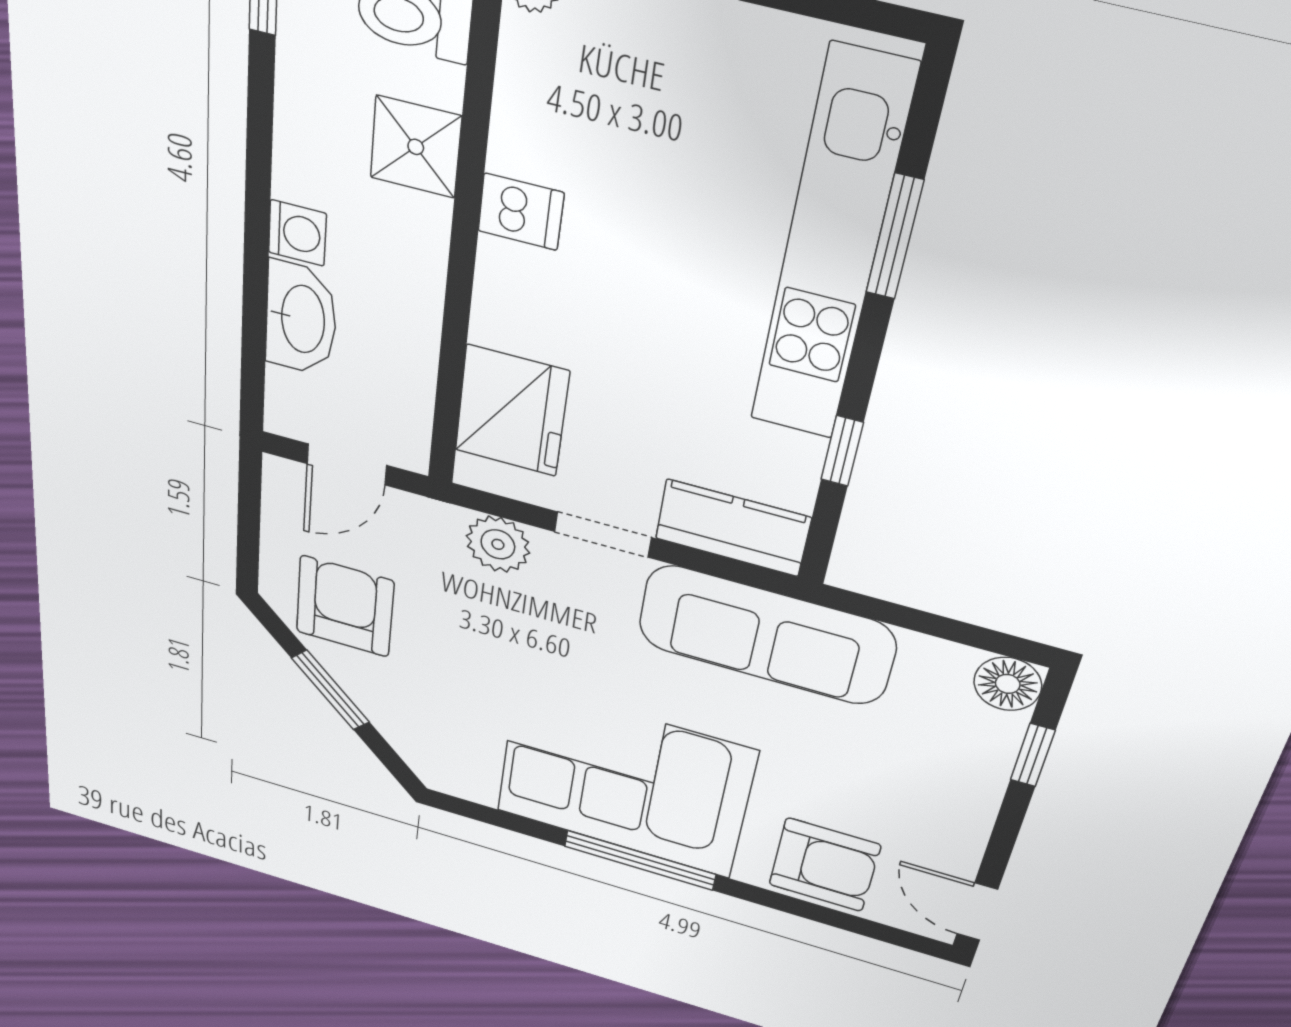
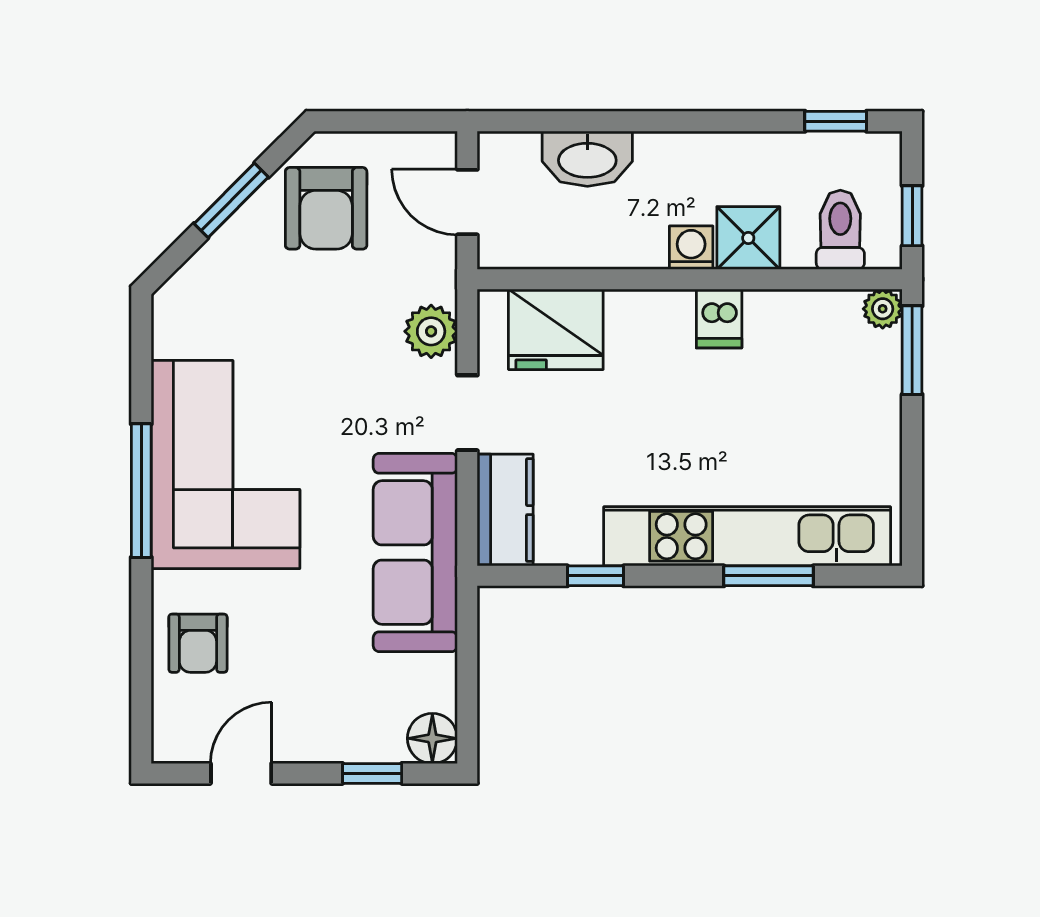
washing machine: (297, 233) -> (691, 248), moved, turned 180
armchair: (345, 606) -> (326, 208), turned 90
armchair: (824, 865) -> (198, 643), width x0.72, depth x0.72
door: (977, 912) -> (241, 773), moved

